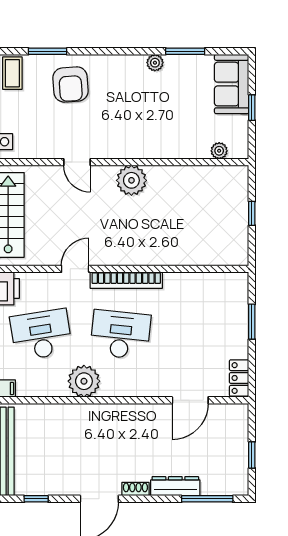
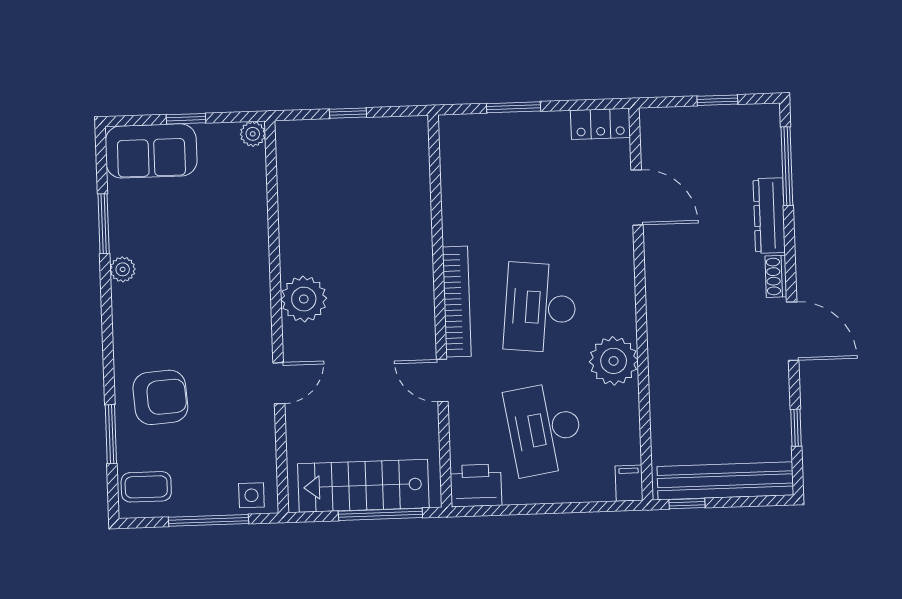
plant: (219, 151) -> (253, 134), moved

